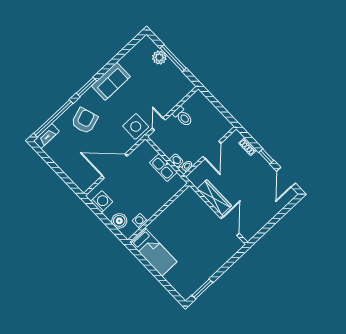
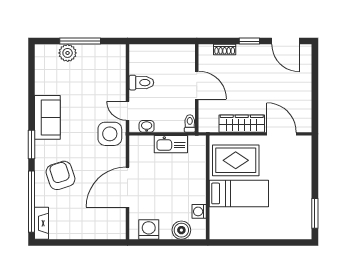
washbasin: (176, 160) -> (147, 126), moved
rug: (190, 214) -> (236, 160), added
bed: (153, 252) -> (239, 193), moved

